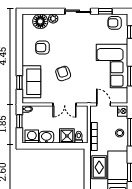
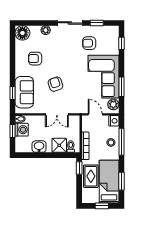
floor lamp: (40, 21) -> (22, 33), moved
armchair: (115, 23) -> (89, 43), moved
plant: (122, 94) -> (113, 104), added
washing machine: (32, 137) -> (22, 130), moved, turned 90
window: (87, 159) -> (79, 168), added

